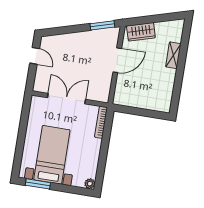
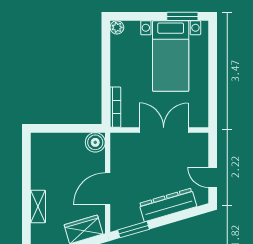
dresser: (73, 40) -> (168, 205), added
boiler: (121, 98) -> (95, 142), added
double door: (67, 99) -> (164, 130), swing flipped

